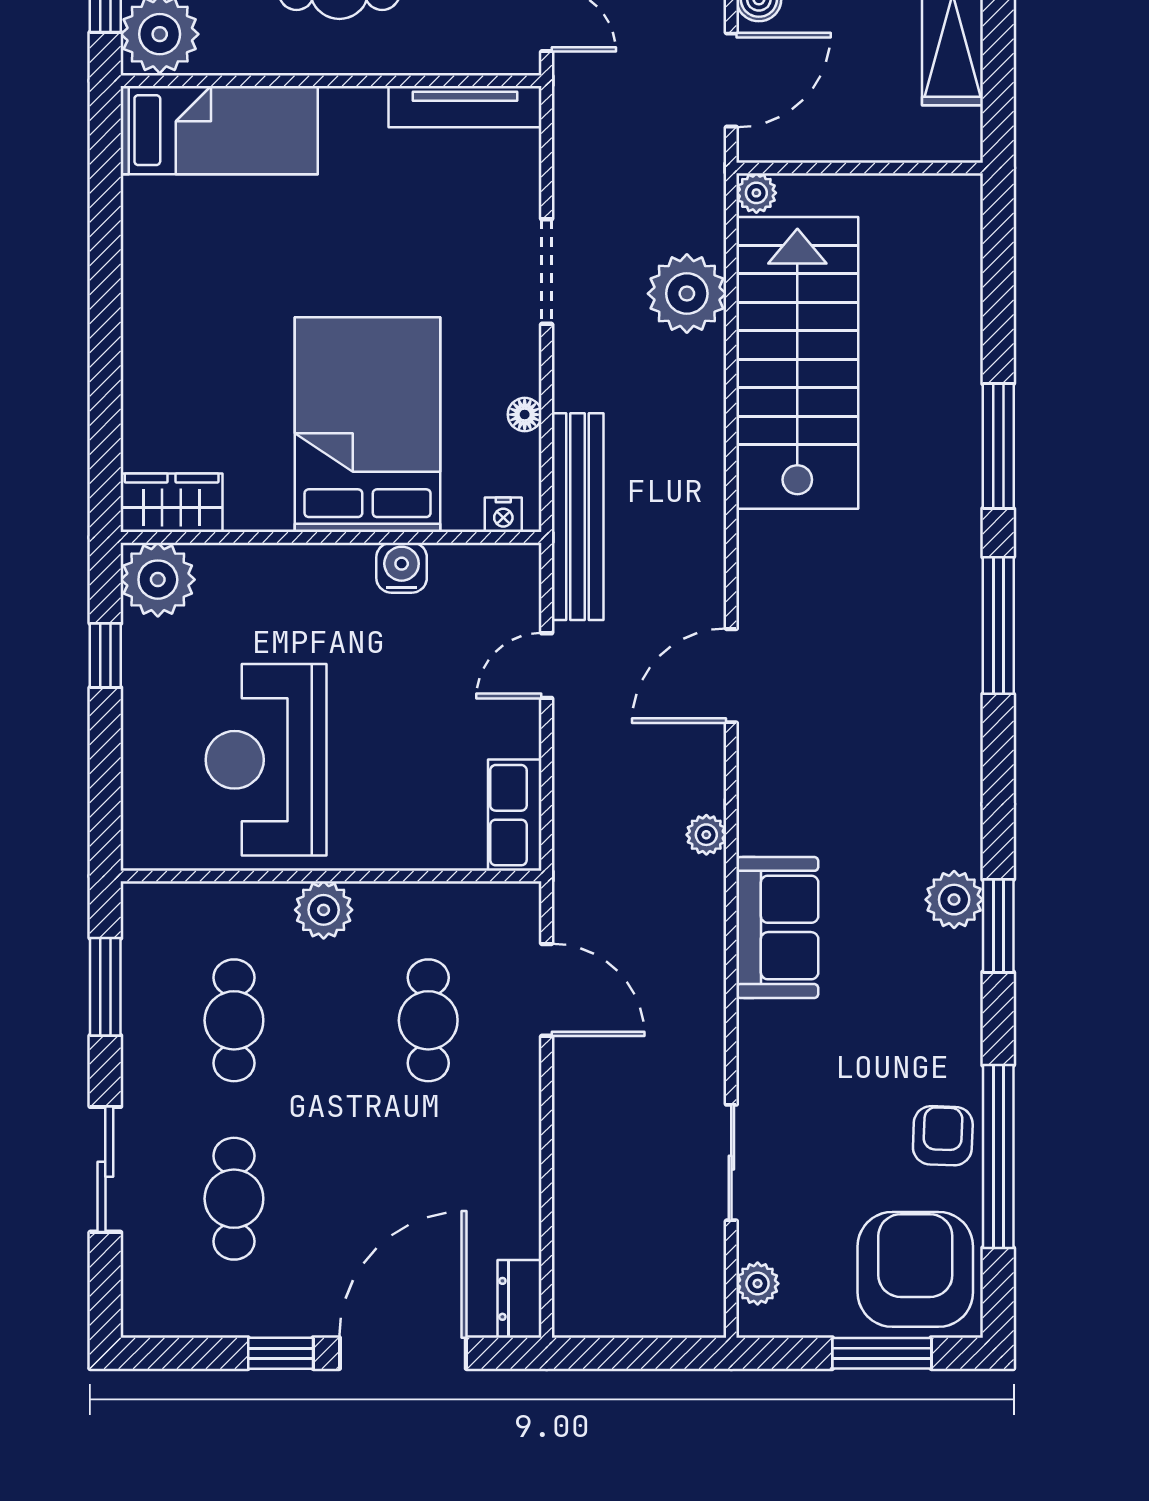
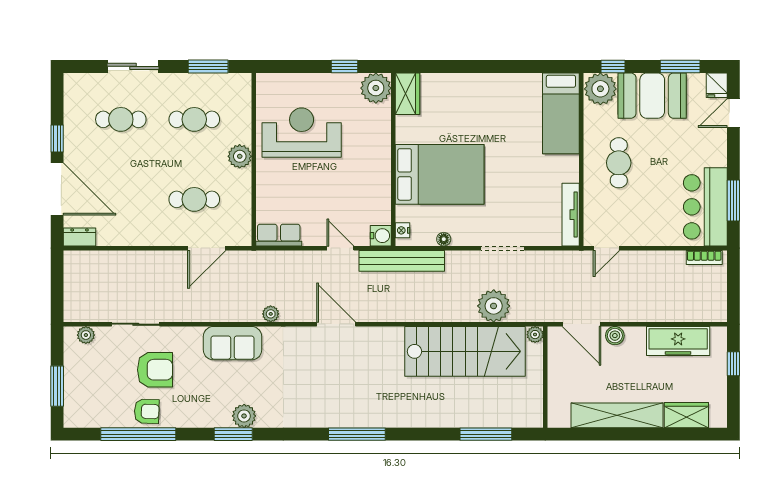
window: (998, 446) -> (486, 434), moved
water cooler: (402, 568) -> (381, 236), moved
armchair: (915, 1269) -> (155, 370), moved, width x0.73, depth x0.73

